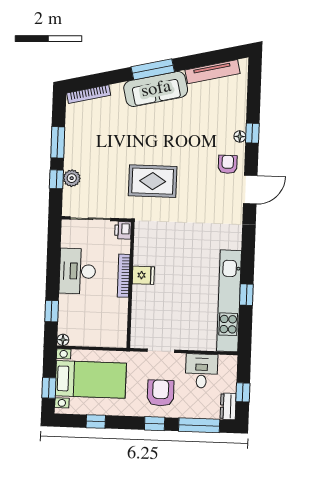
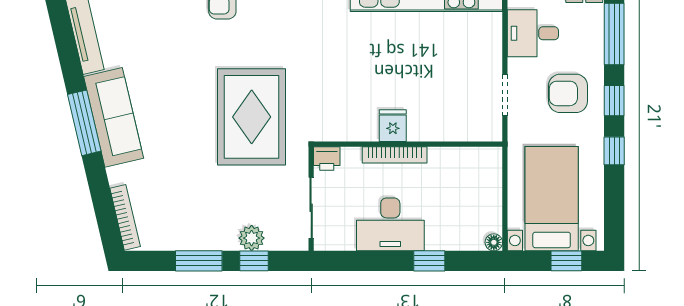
rug: (153, 181) -> (252, 117), width x1.37, depth x1.44
window: (52, 311) -> (429, 261), moved
window: (96, 421) -> (614, 151), moved

